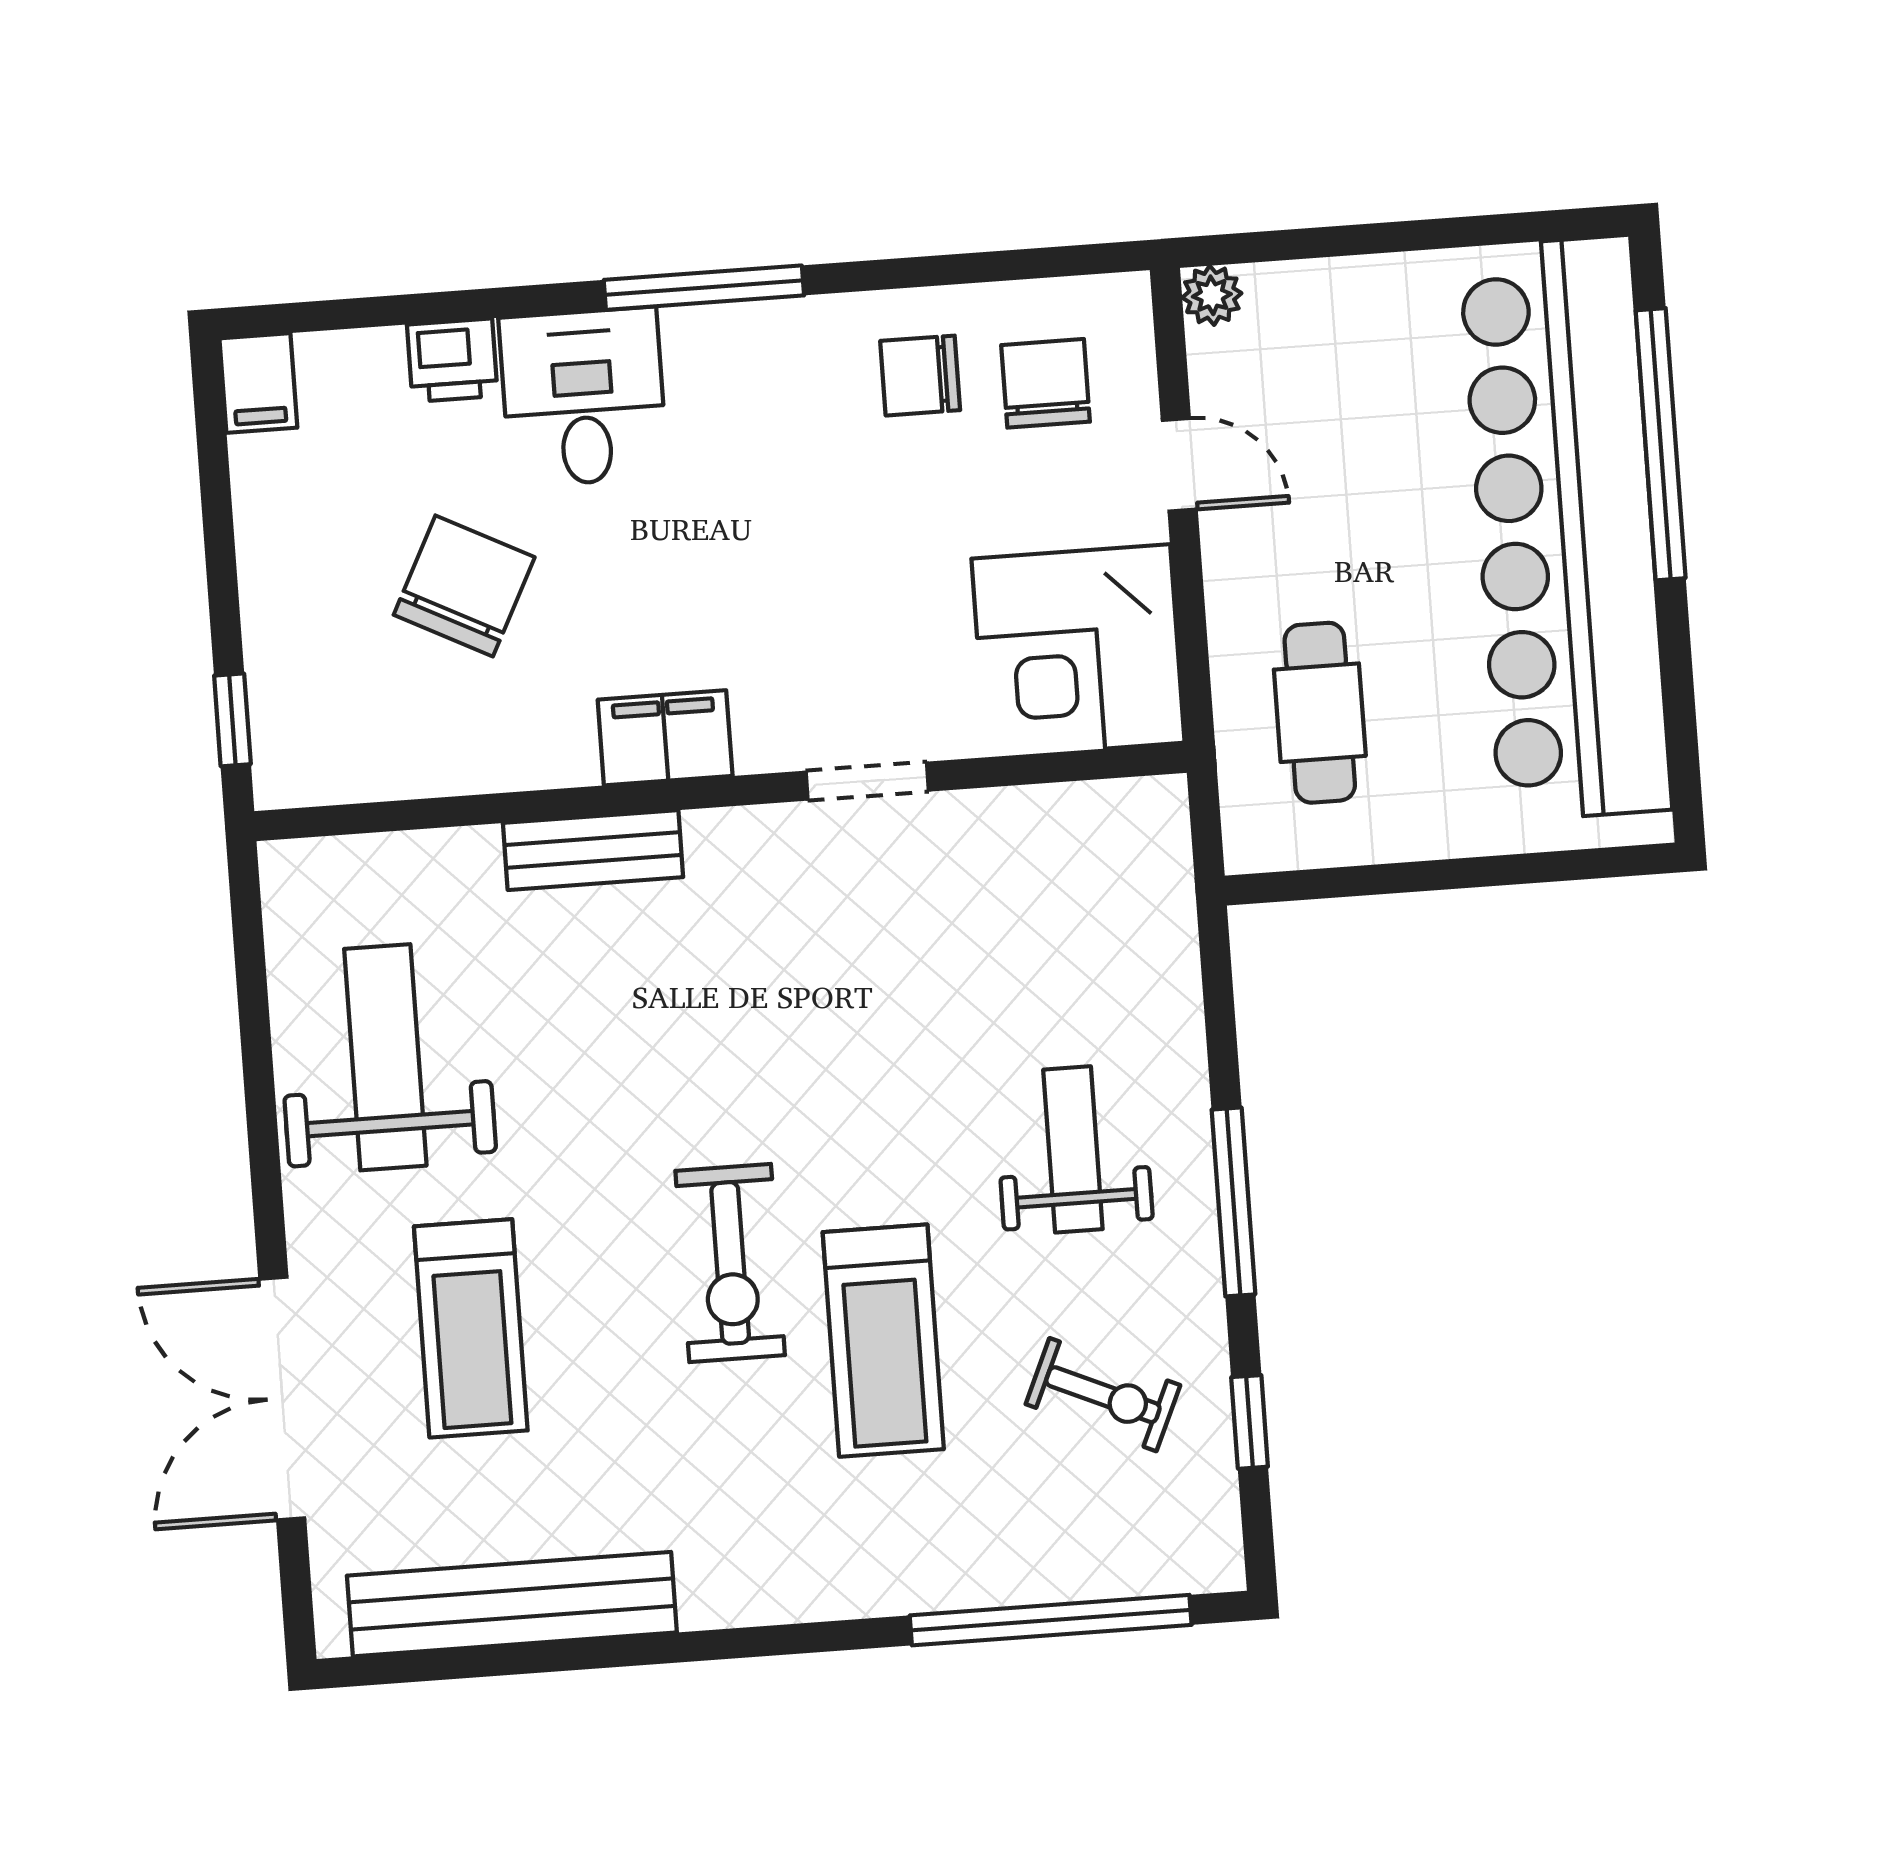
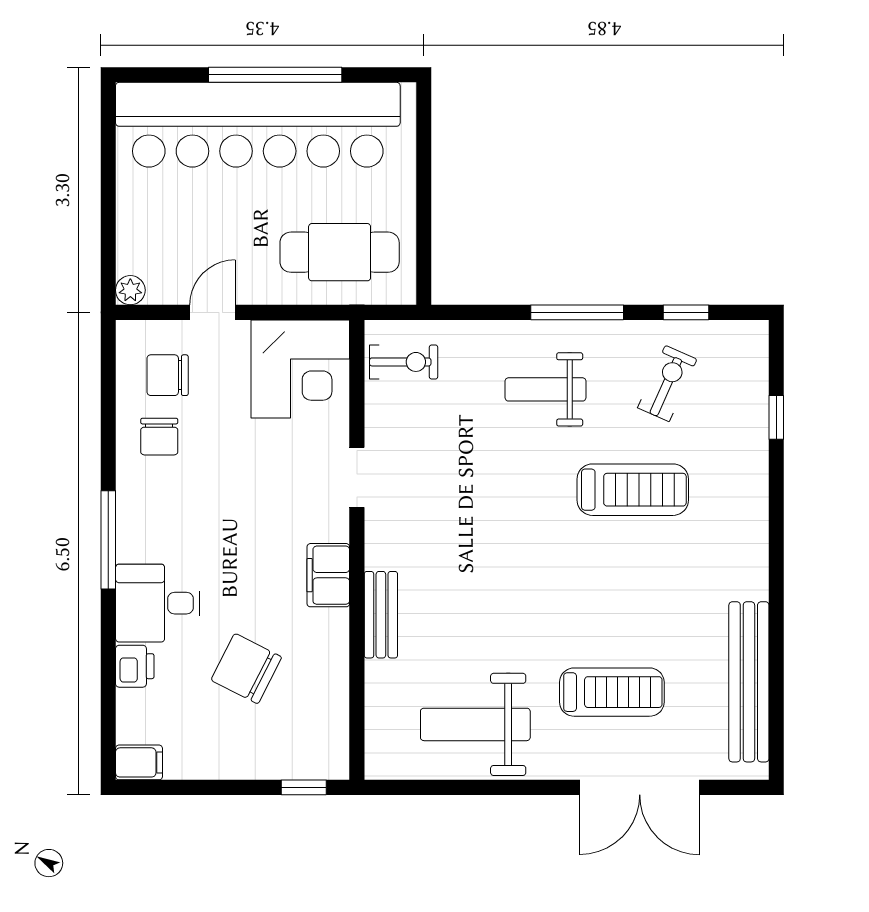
window: (1661, 444) -> (275, 75), moved
cafe table: (1320, 713) -> (340, 252), width x1.37, depth x1.35
exercise bike: (730, 1263) -> (404, 362), moved, width x0.73, depth x0.72
window: (1051, 1620) -> (776, 417), width x0.32

